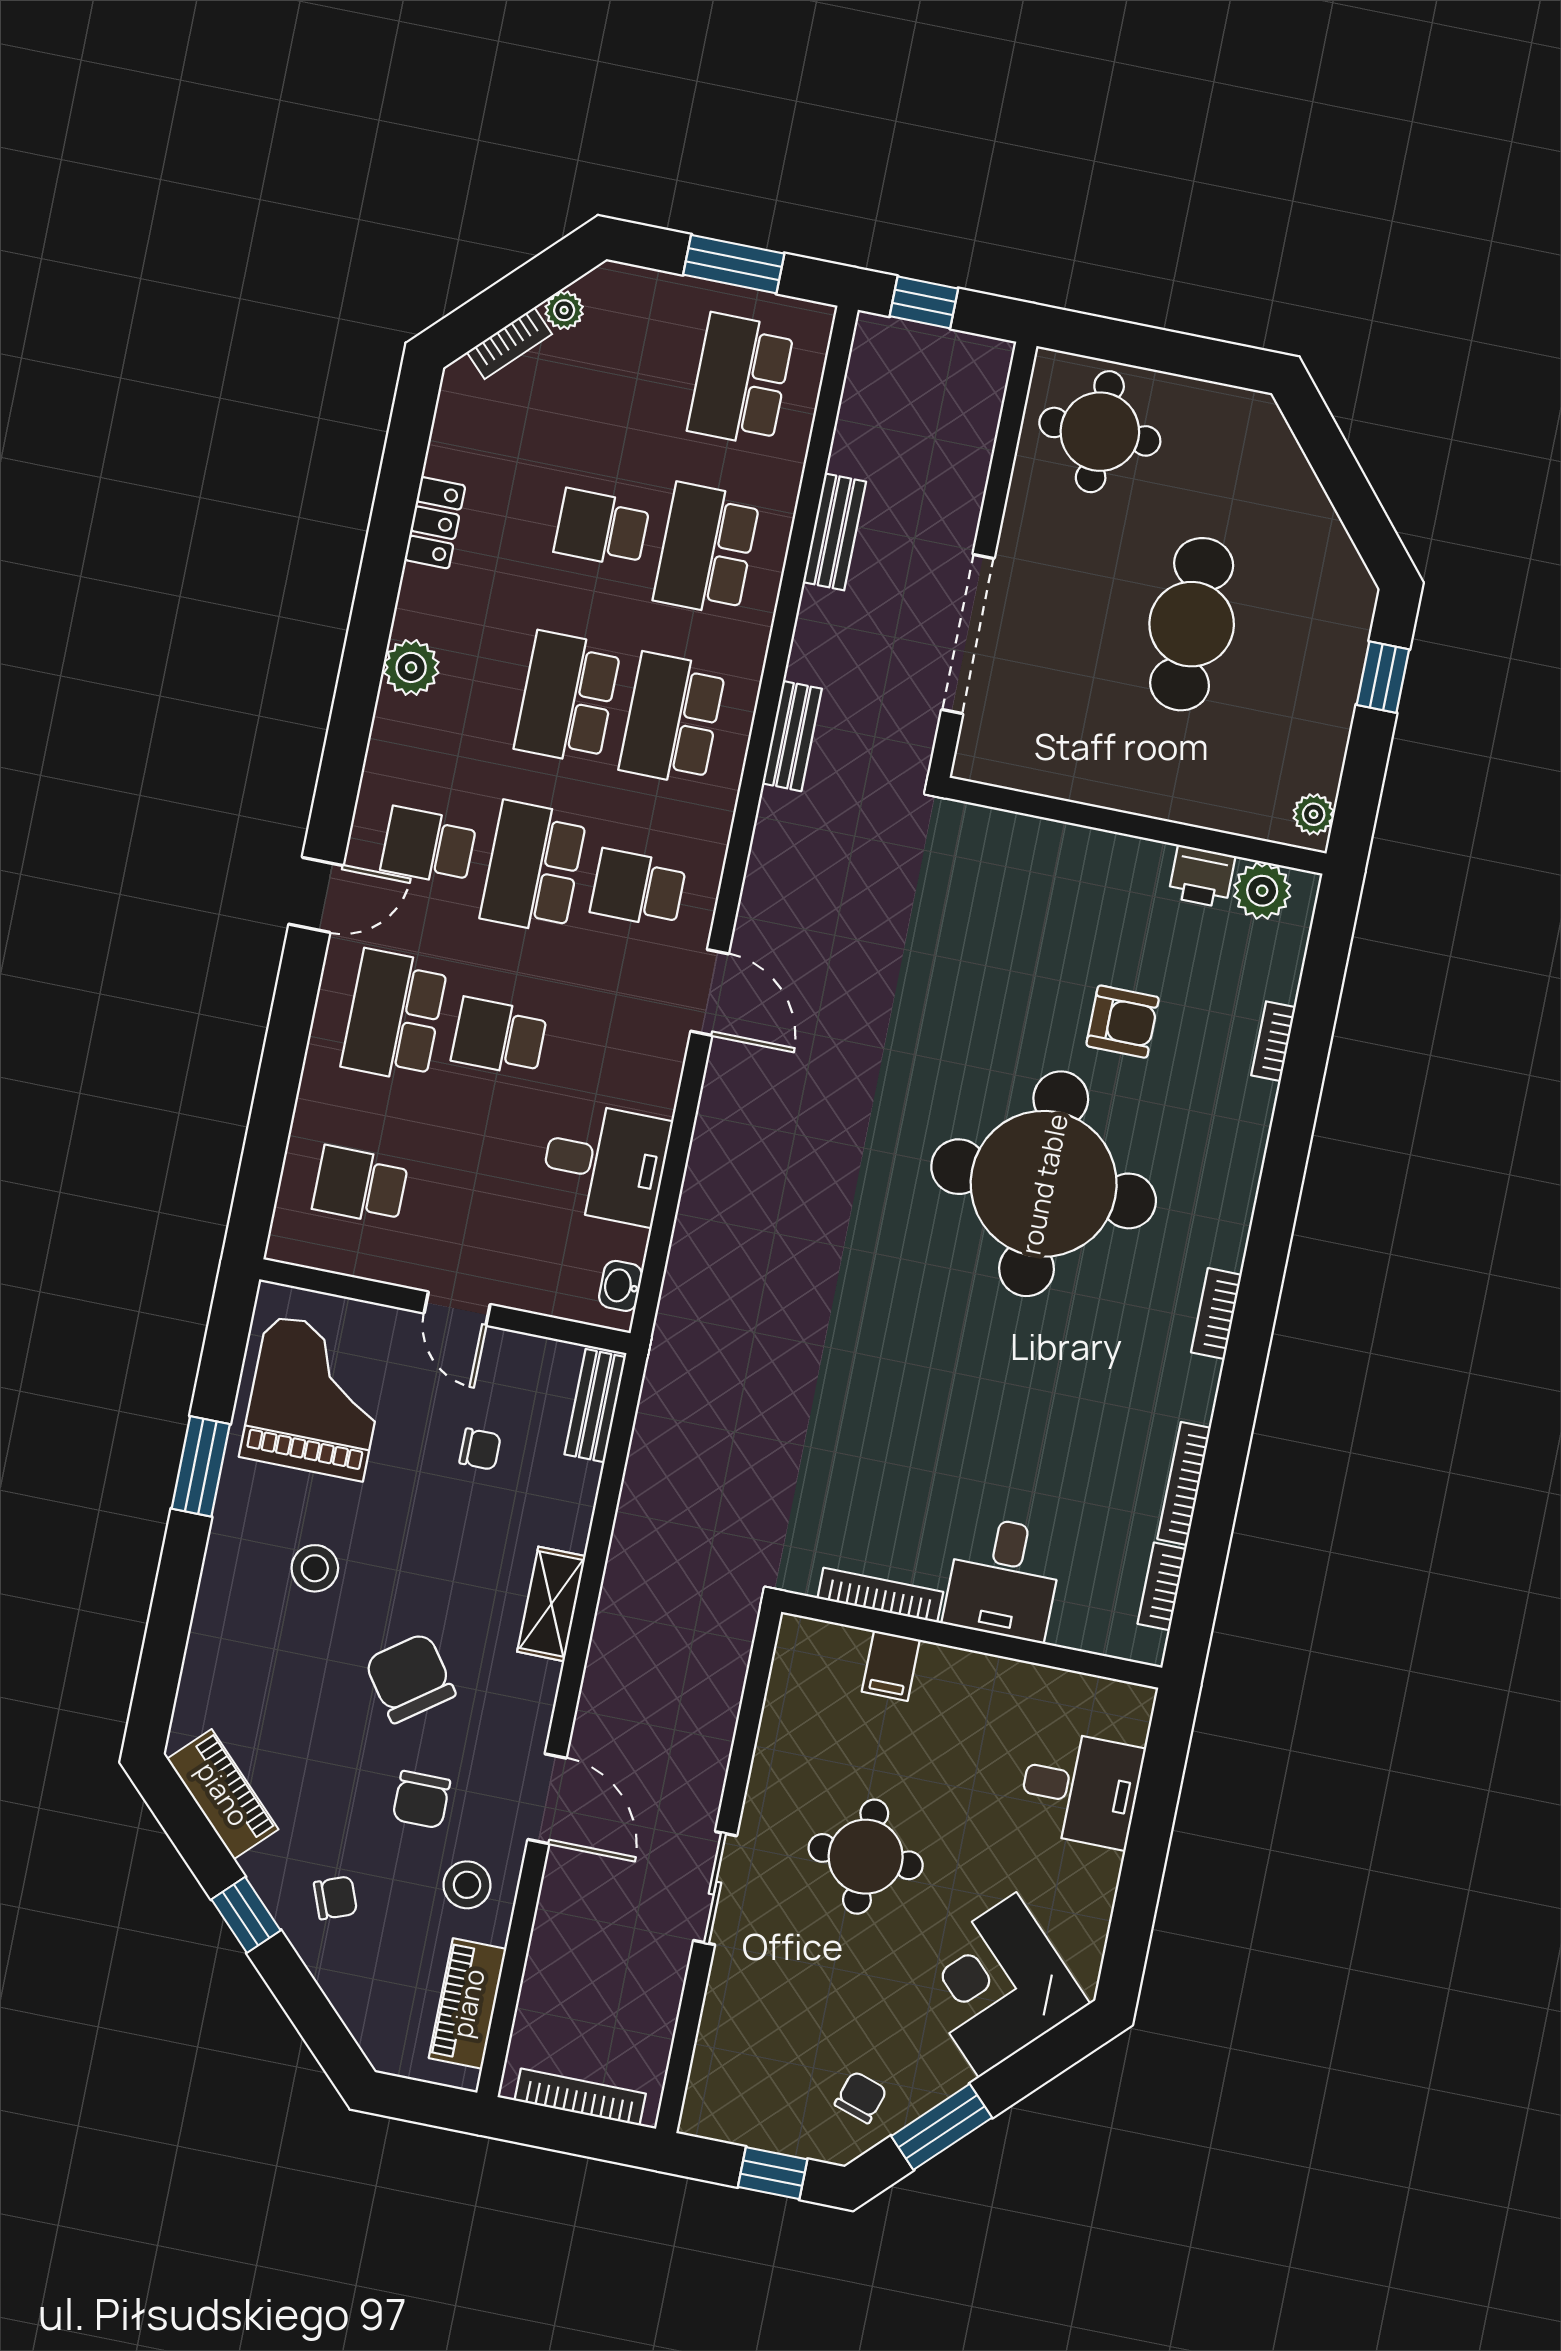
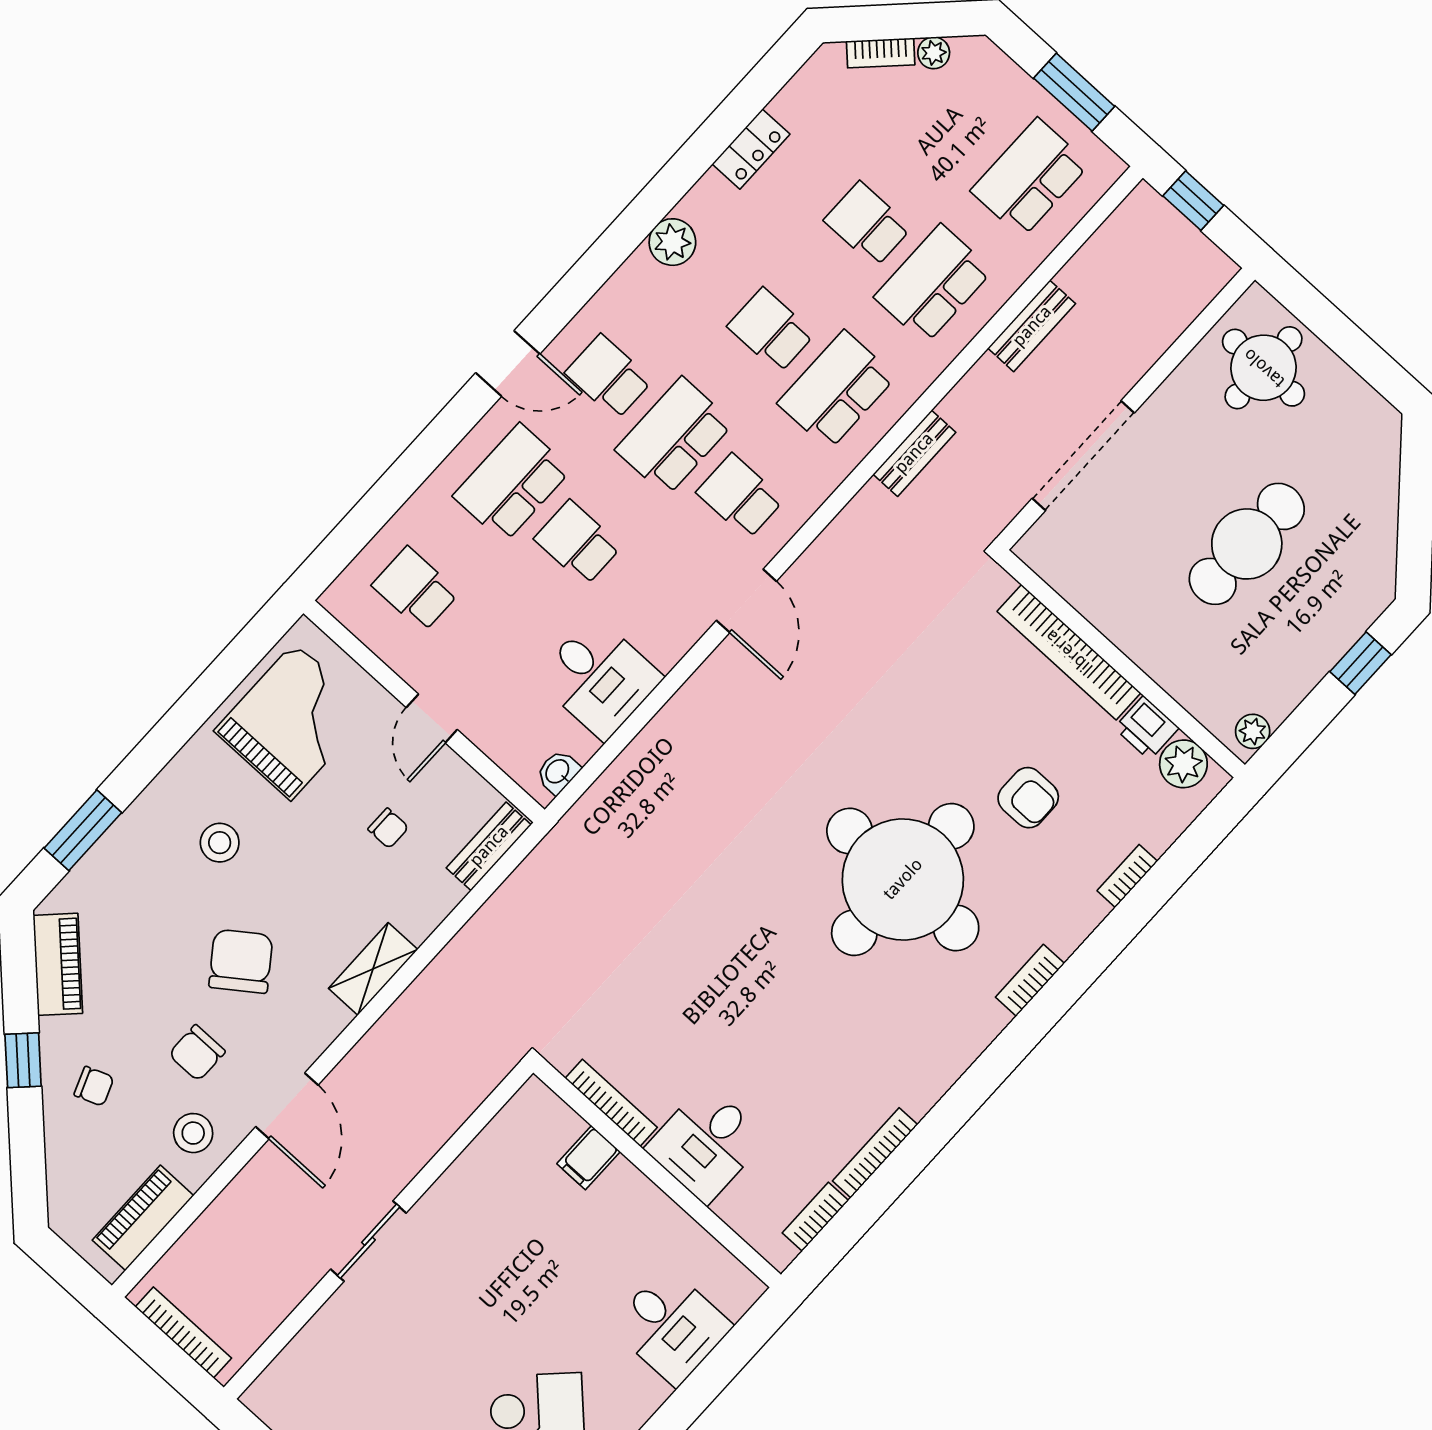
school desk: (568, 698) -> (771, 330), width x0.54
bookcase: (1075, 846) -> (1069, 652), added
bookcase: (1216, 1314) -> (1030, 980), moved
window: (201, 1466) -> (83, 830), moved
round table: (866, 1857) -> (489, 1283), removed

